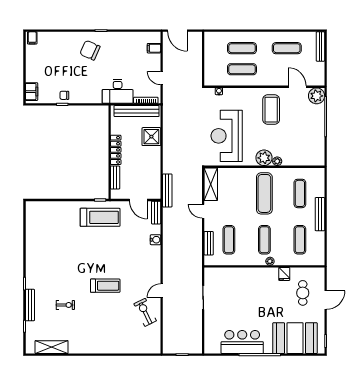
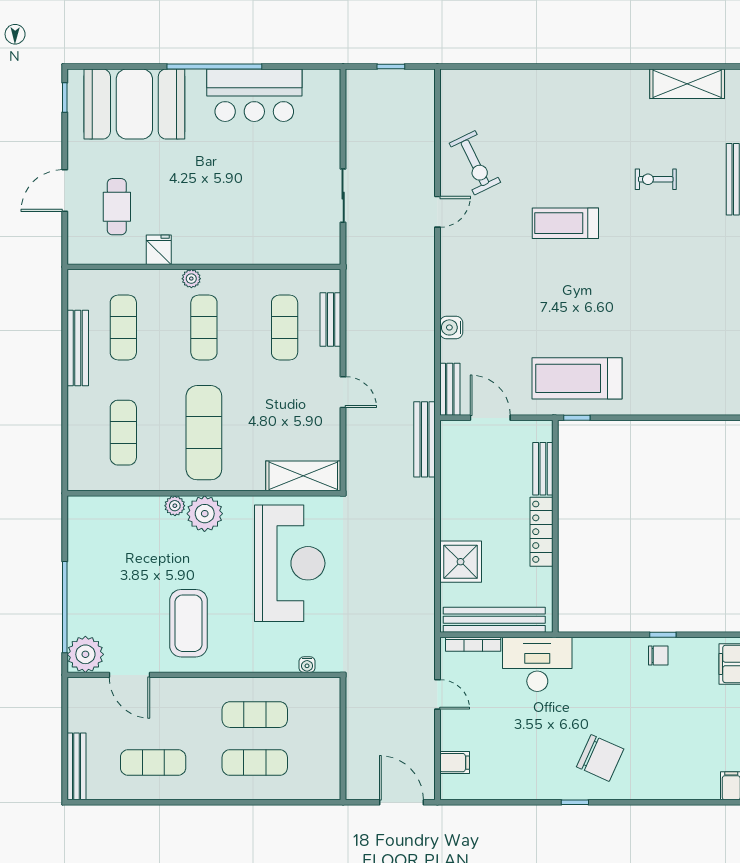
shelving: (211, 184) -> (303, 476), moved, turned 90
bench: (320, 214) -> (78, 348), moved

